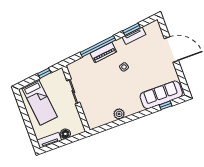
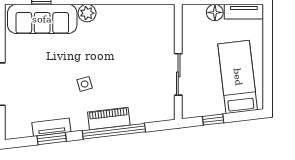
plant: (119, 114) -> (87, 13), moved

